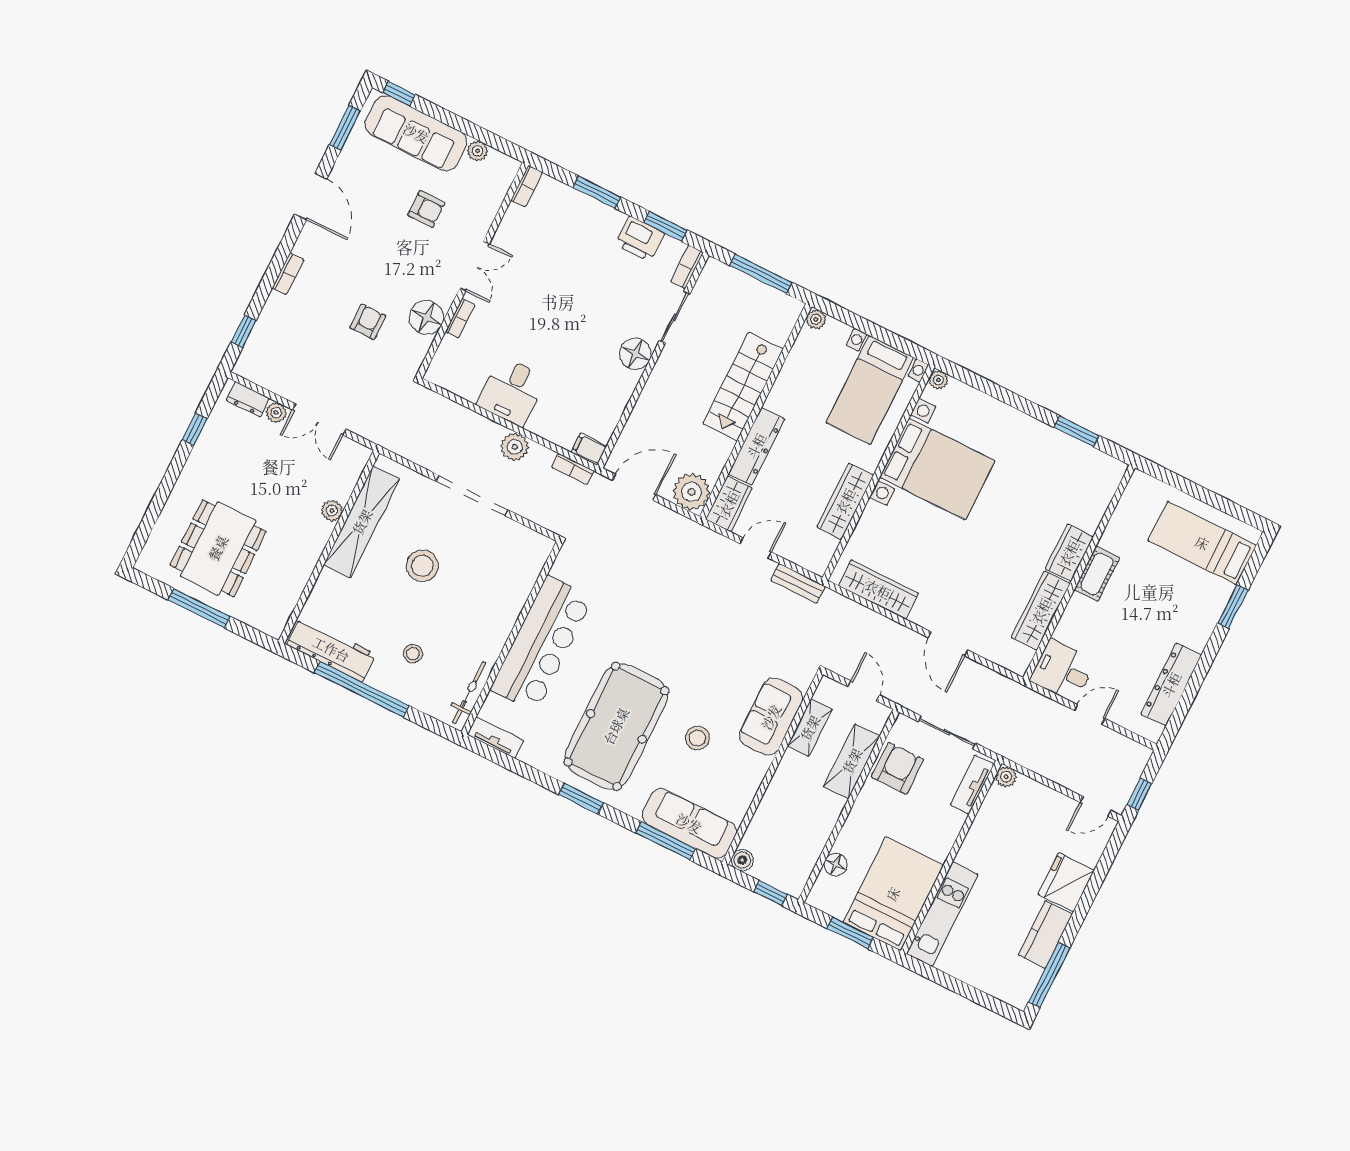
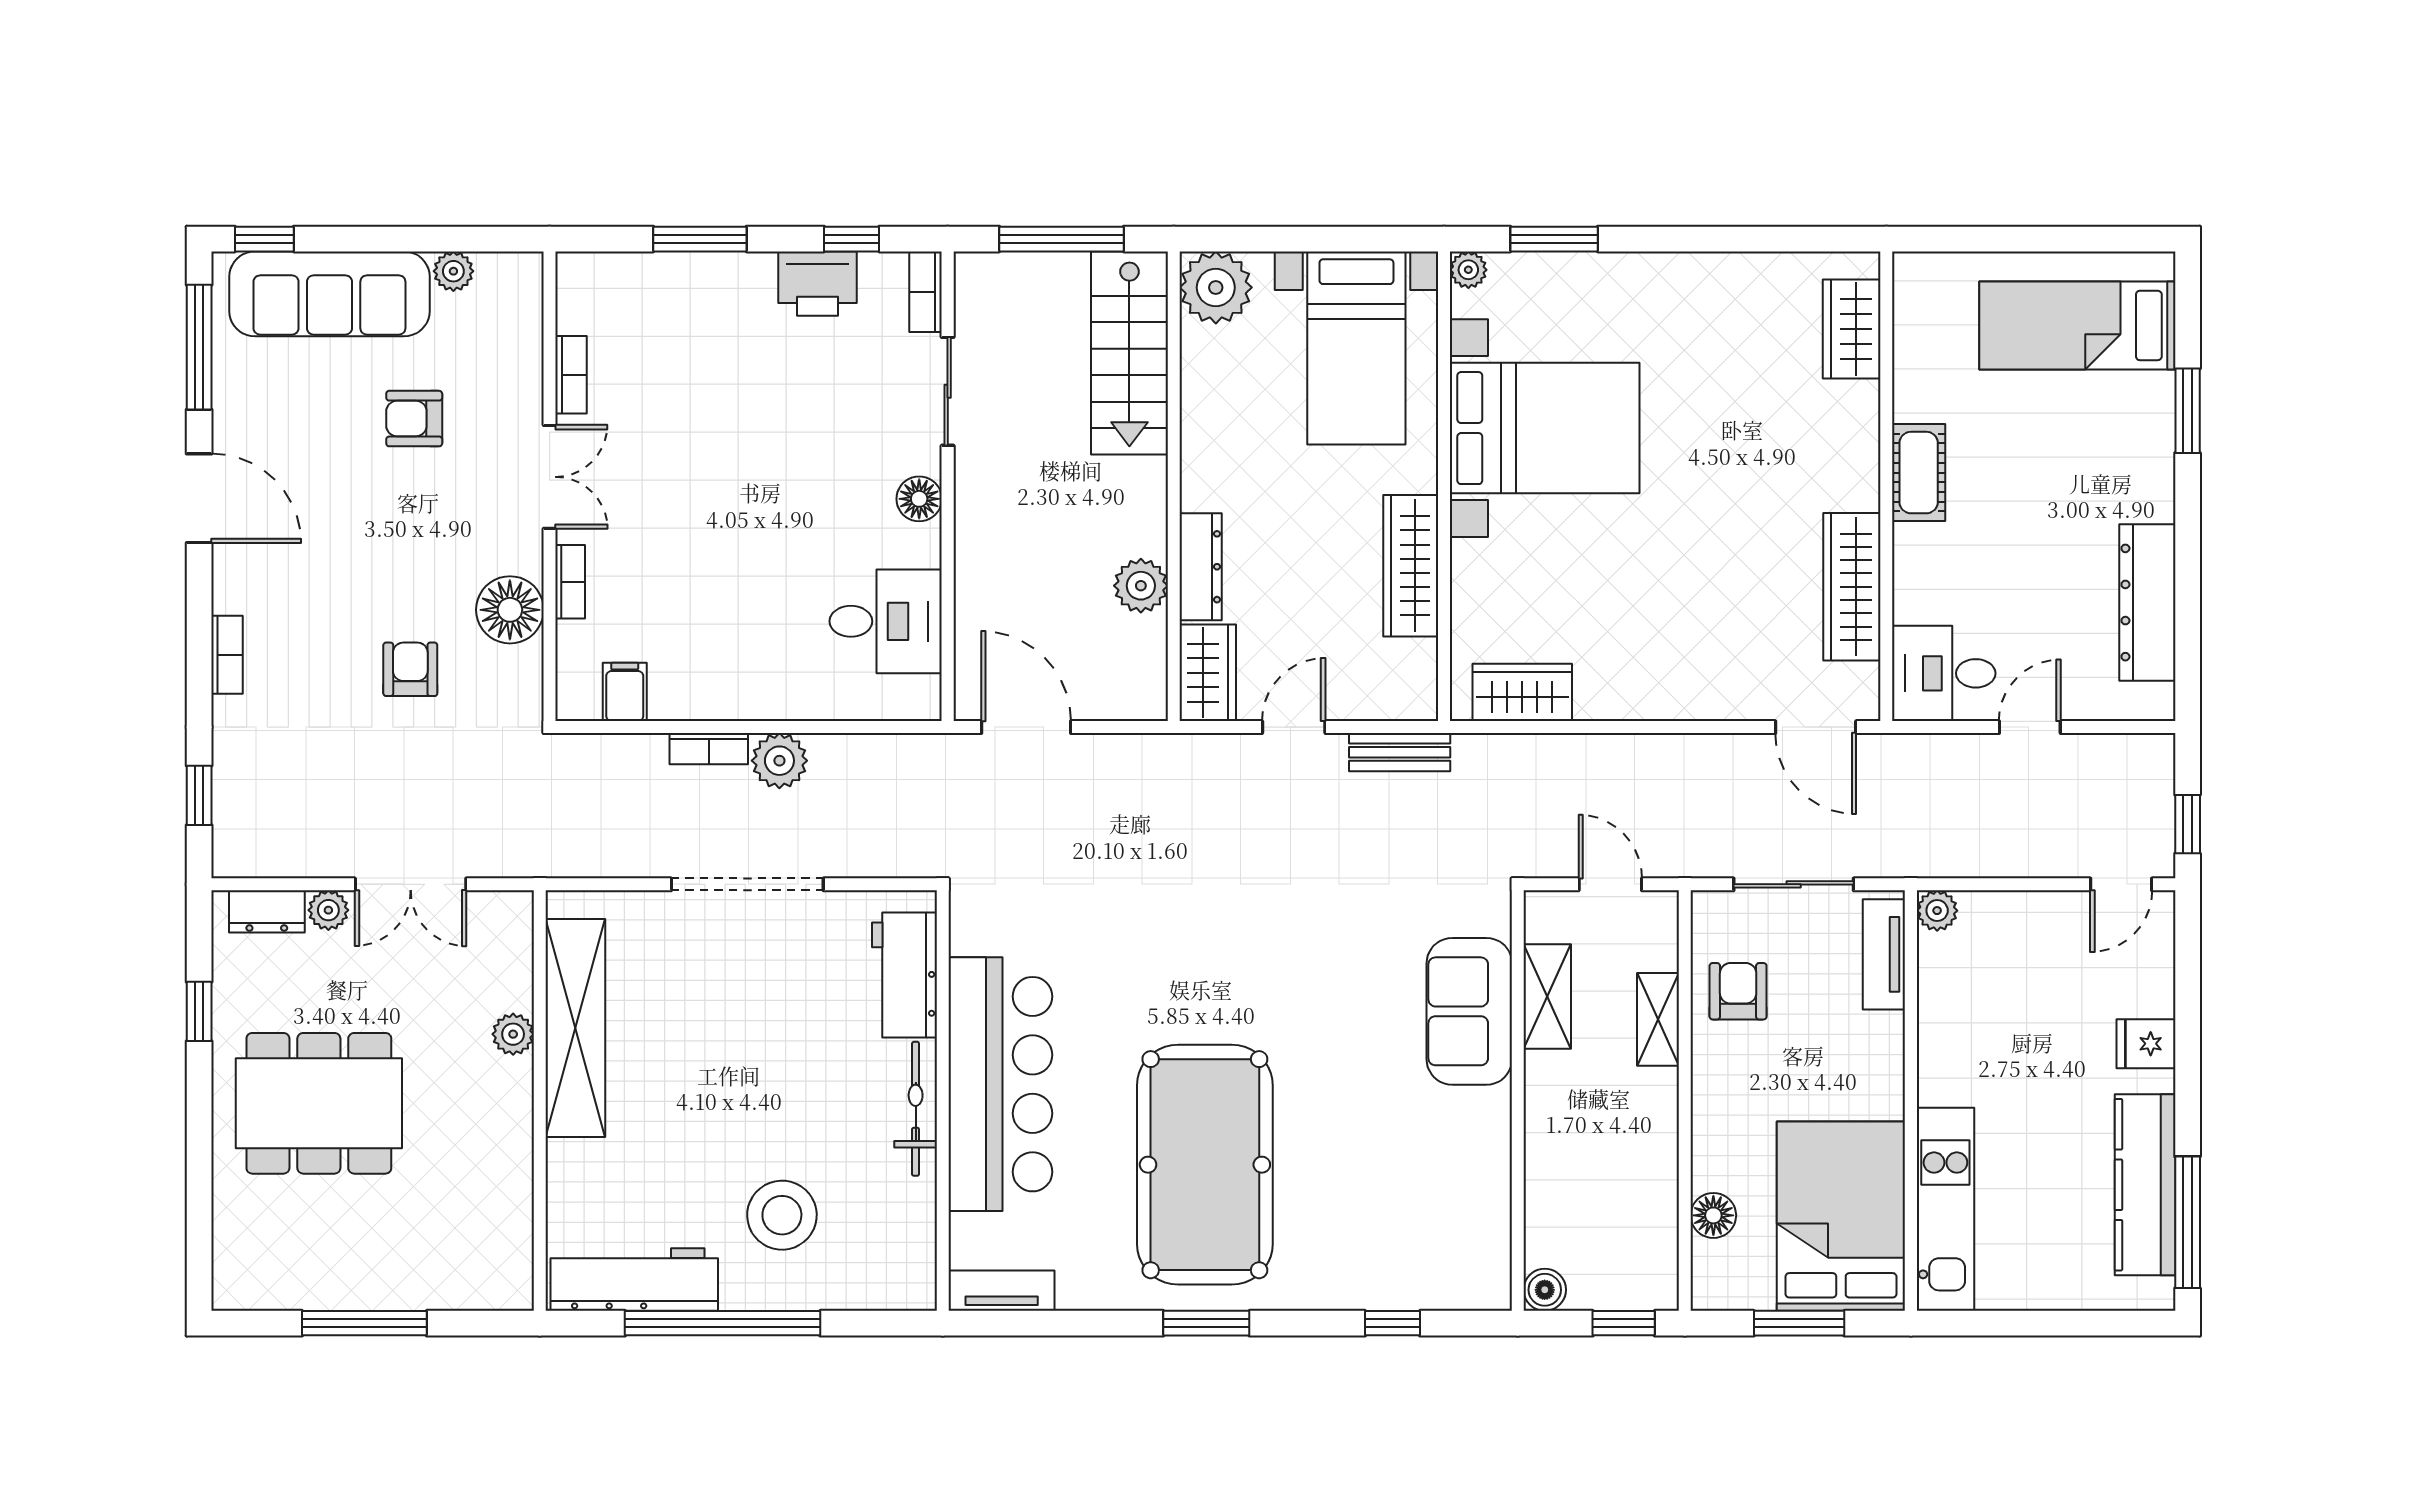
window: (345, 128) -> (199, 347), width x1.44
bookcase: (527, 186) -> (571, 375), moved
armchair: (426, 209) -> (414, 419), turned 180
window: (665, 226) -> (852, 239), width x0.67
plant: (816, 319) -> (1216, 287), width x1.87, depth x1.87
floor lamp: (635, 354) -> (919, 499), width x0.73, depth x0.73
stairs: (743, 386) -> (1129, 353), moved
desk: (512, 391) -> (886, 621), moved, turned -90
window: (1077, 431) -> (1554, 239), moved
dresser: (756, 446) -> (1201, 567), width x0.73, depth x0.80
filing cabinet: (589, 449) -> (625, 692), moved, turned 90
bookcase: (573, 469) -> (709, 749), moved
door: (634, 487) -> (1026, 727), hinge flipped
plant: (691, 492) -> (1141, 586), moved, width x0.73, depth x0.73
dining table: (218, 548) -> (319, 1103), moved, turned 90
wardrobe: (1069, 553) -> (1852, 329), moved
stool: (422, 566) -> (721, 1052), removed
workbench: (523, 572) -> (904, 975), added
wardrobe: (878, 589) -> (1522, 692), width x0.67
door: (948, 644) -> (1816, 727), moved
stool: (413, 654) -> (782, 1215), width x1.89, depth x1.89
bicycle: (469, 693) -> (916, 1109), moved
stool: (697, 738) -> (1358, 1114), removed
shelving: (852, 761) -> (1658, 1019), width x0.67, depth x0.75
armchair: (898, 768) -> (1738, 991), width x0.72, depth x0.72
sofa: (689, 823) -> (1419, 1272), removed
window: (666, 841) -> (1393, 1323), width x0.46
fridge: (1066, 882) -> (2146, 1044), width x0.53, depth x0.75
kitchen counter: (1045, 934) -> (2145, 1185), width x1.50

